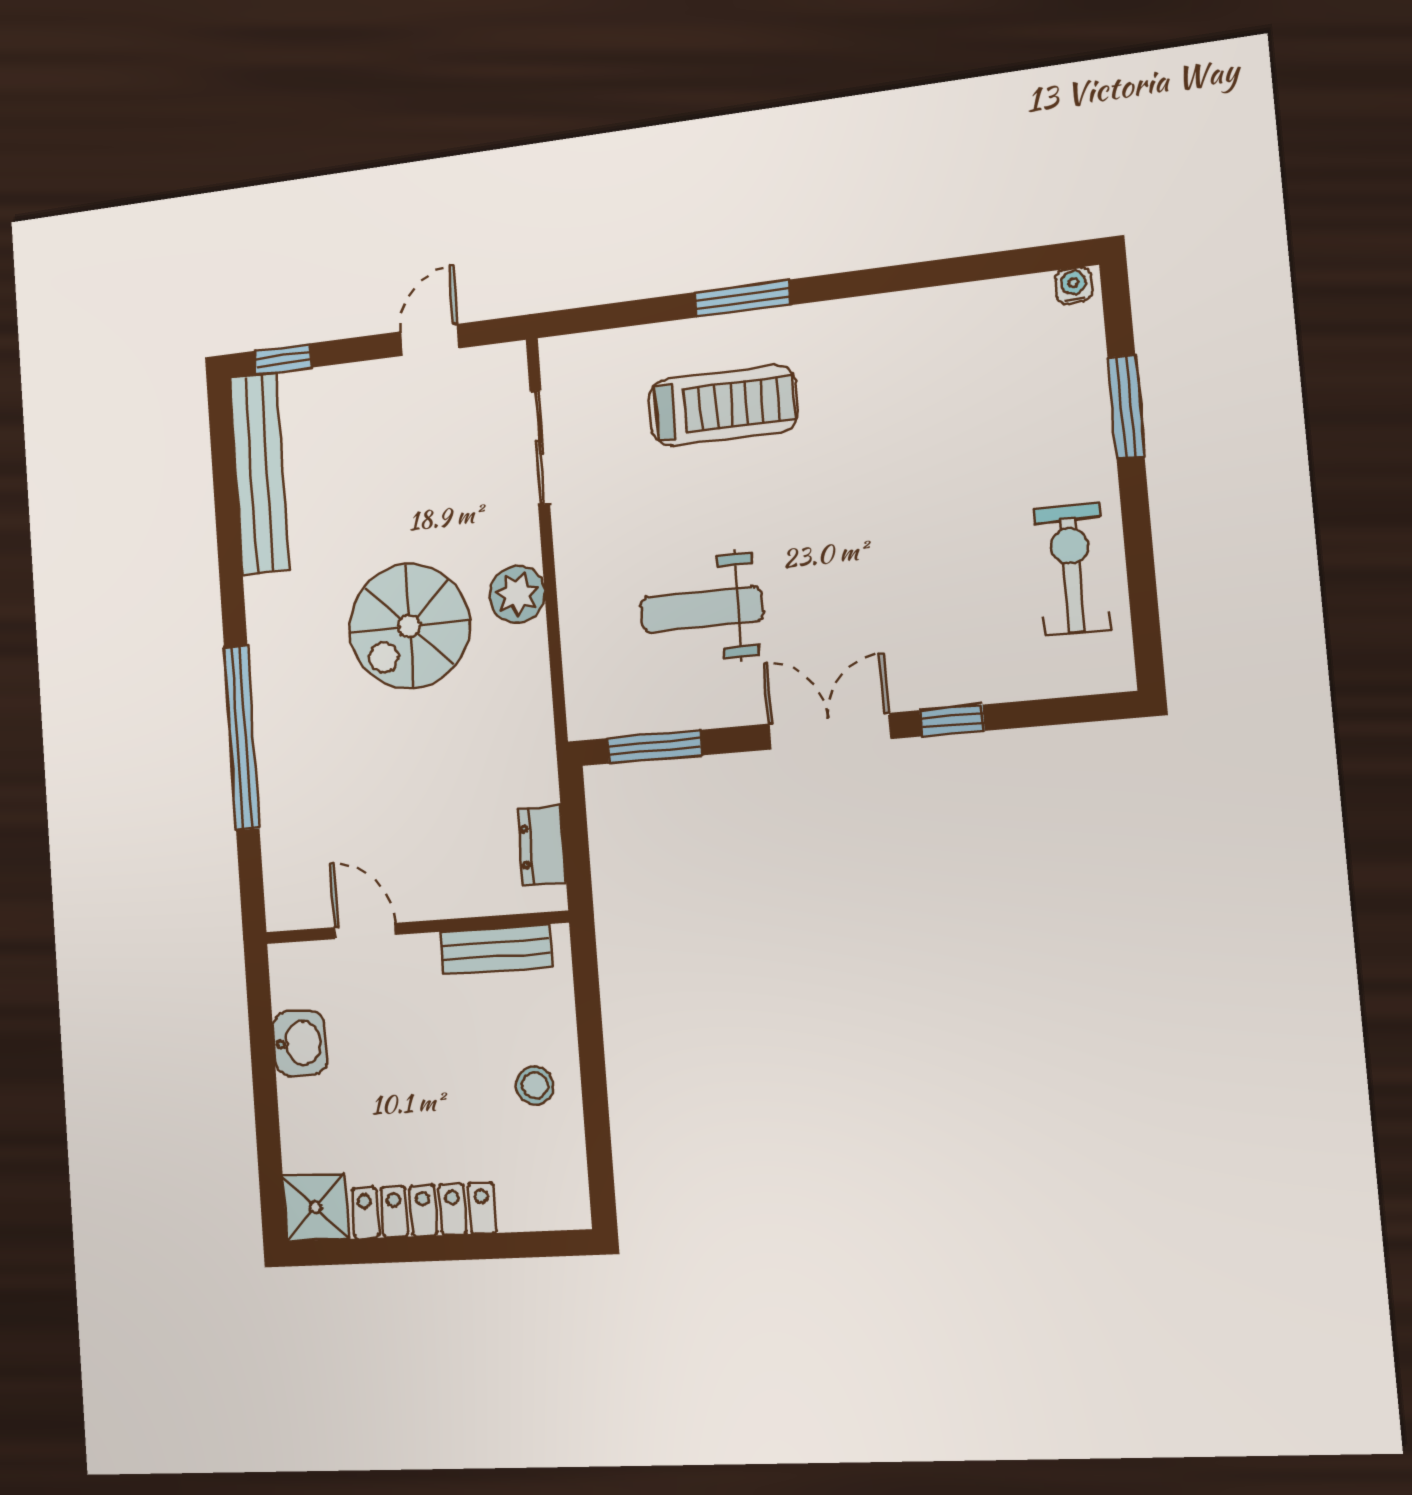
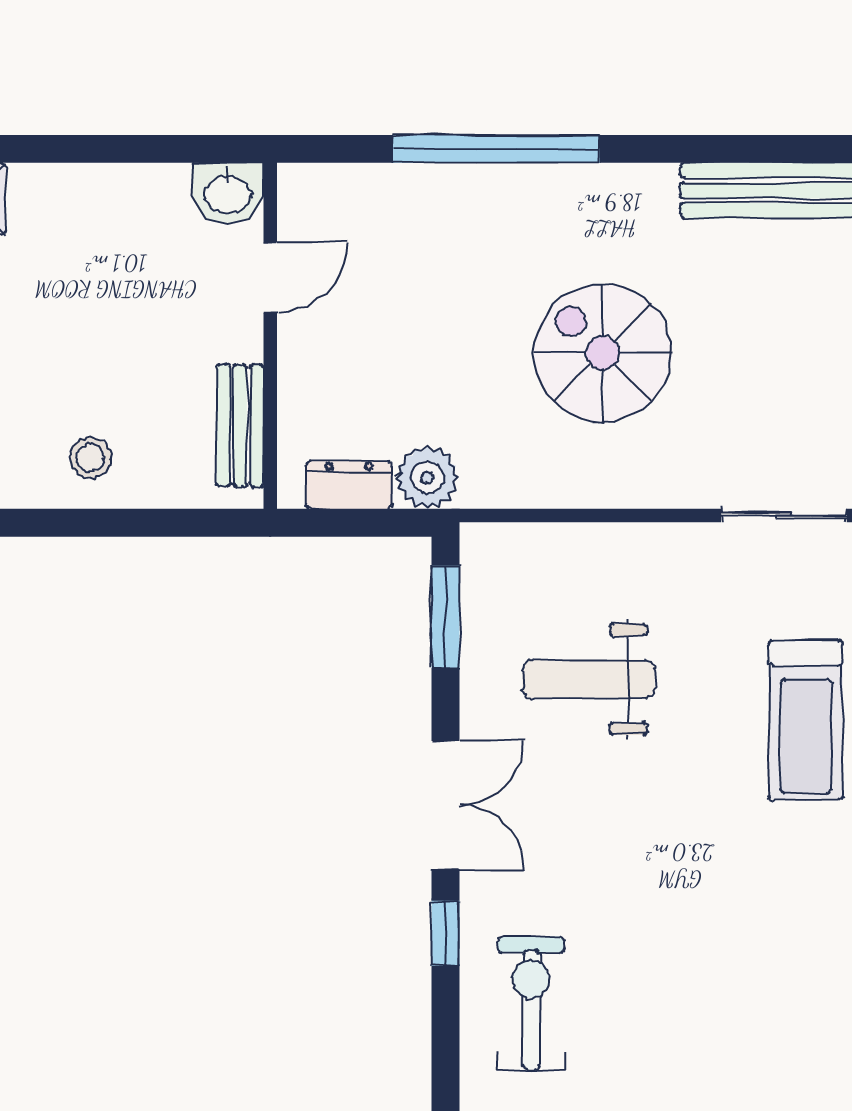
exercise bike: (1072, 569) -> (531, 1003), moved, turned -90
plant: (517, 594) -> (427, 478), moved
weight bench: (701, 609) -> (589, 679), turned -90
washbasin: (300, 1043) -> (228, 193), moved

